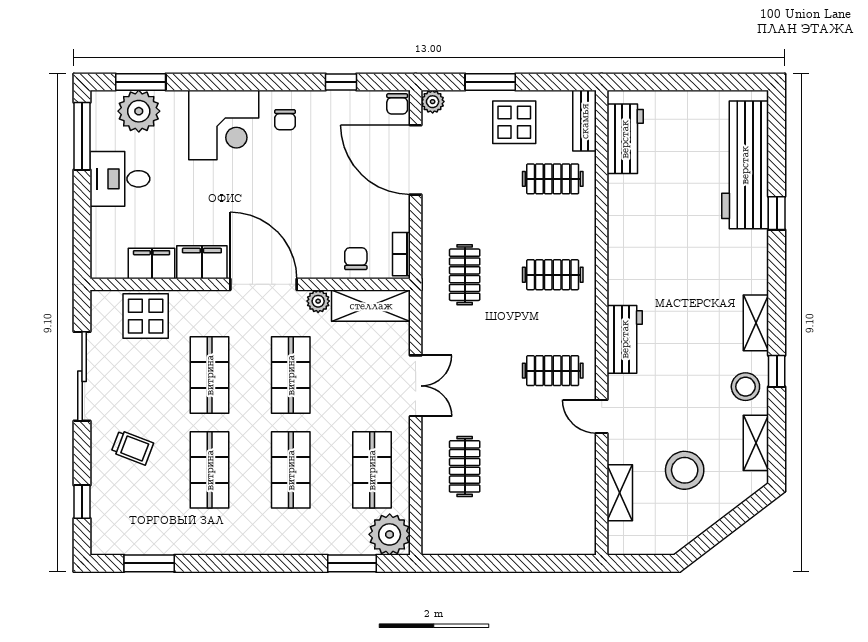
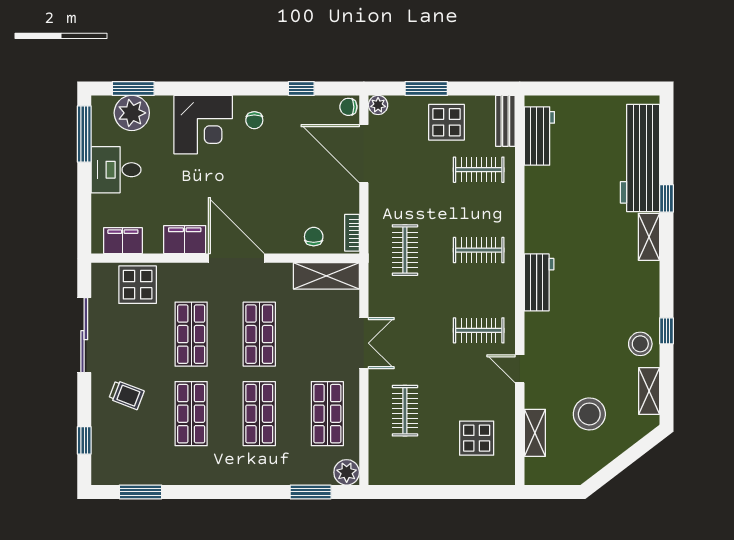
chair: (397, 104) -> (348, 107), turned 90
filing cabinet: (152, 263) -> (123, 241), moved
plant: (318, 301) -> (282, 272), removed
shelving: (756, 323) -> (649, 237), moved
workbench: (625, 339) -> (539, 282), moved
display table: (550, 499) -> (477, 438), added
plant: (390, 534) -> (347, 472), width x0.73, depth x0.73

